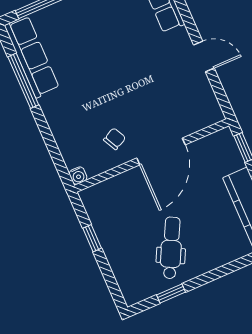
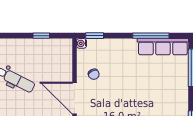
window: (59, 162) -> (95, 36), added

